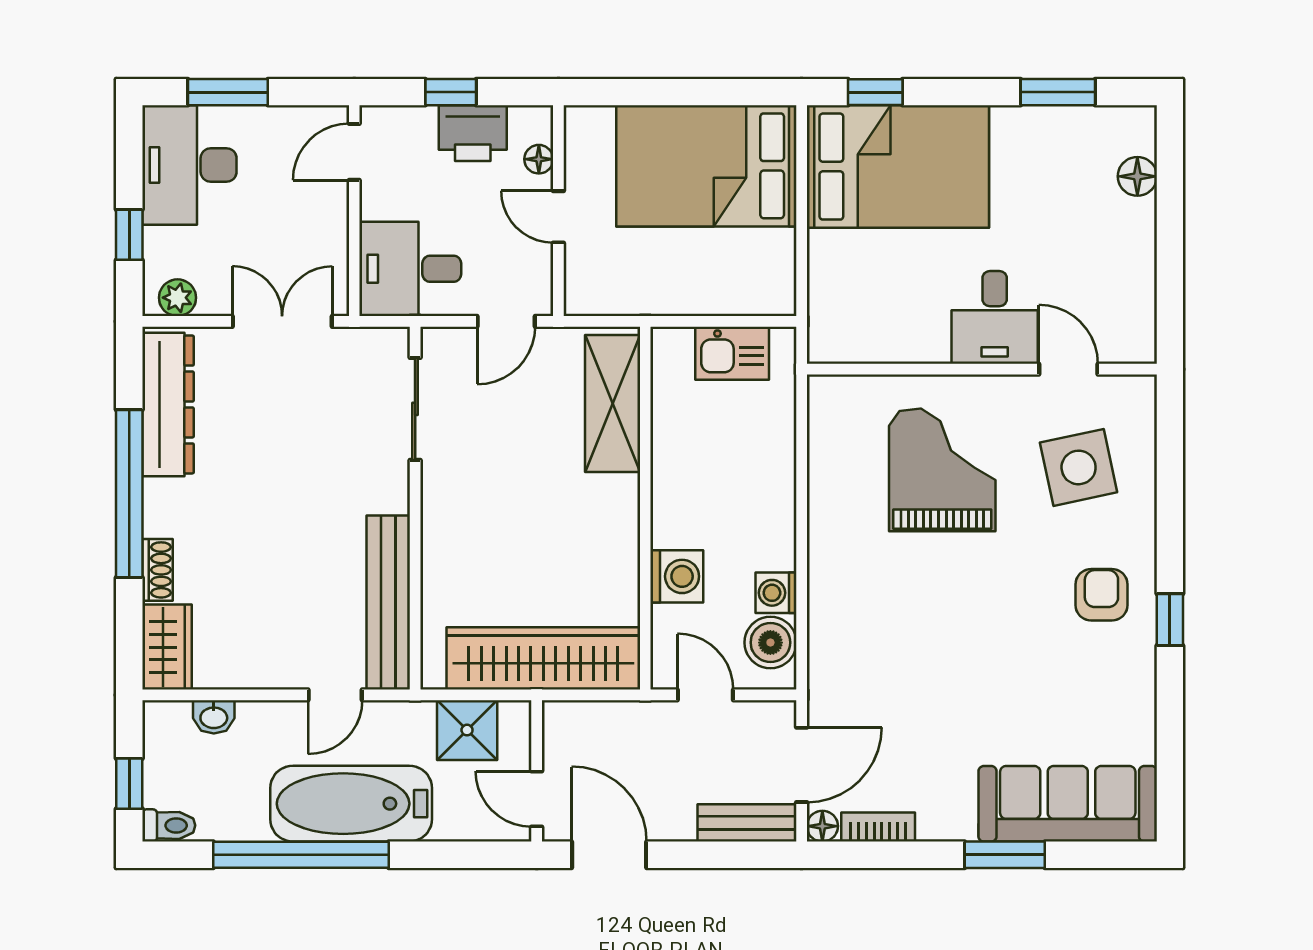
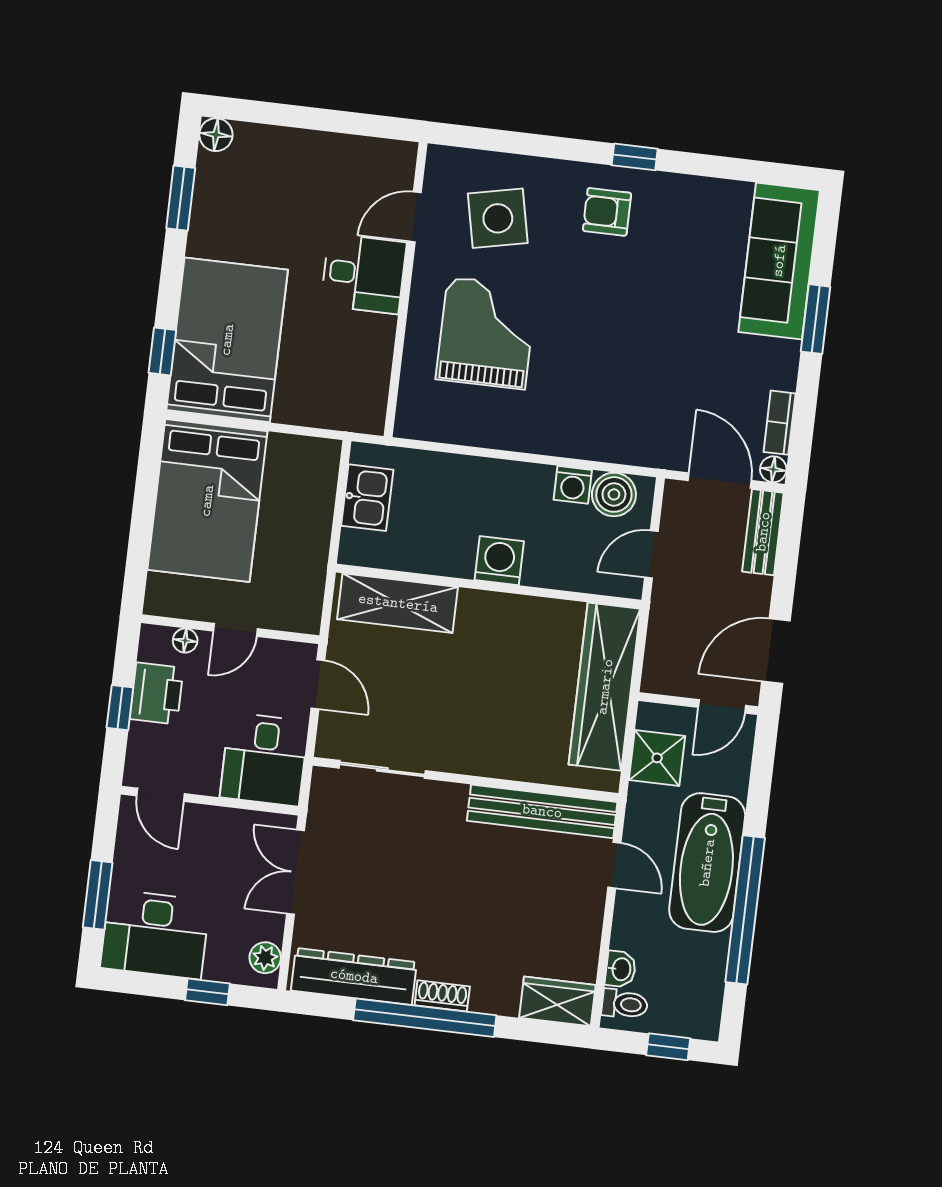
floor lamp: (1137, 176) -> (216, 135), moved
grand piano: (942, 470) -> (486, 333), turned 90
shoe rack: (157, 570) -> (442, 996), moved
washing machine: (677, 576) -> (499, 561), moved
toilet: (169, 825) -> (625, 1004), moved, turned 90

